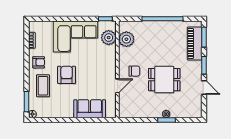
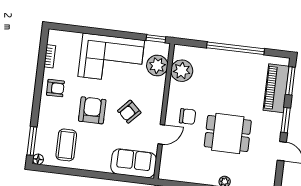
armchair: (93, 73) -> (129, 112), added
coffee table: (43, 86) -> (66, 145), moved
sofa: (90, 109) -> (134, 163), moved

